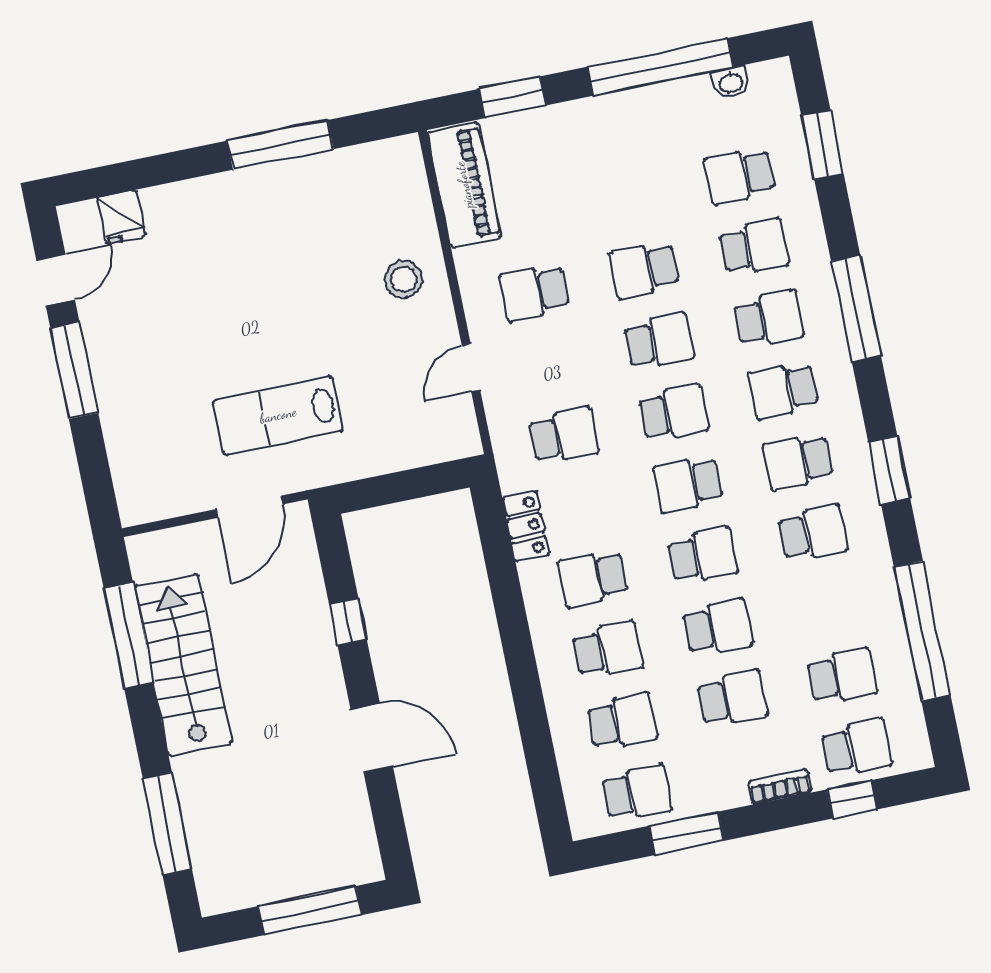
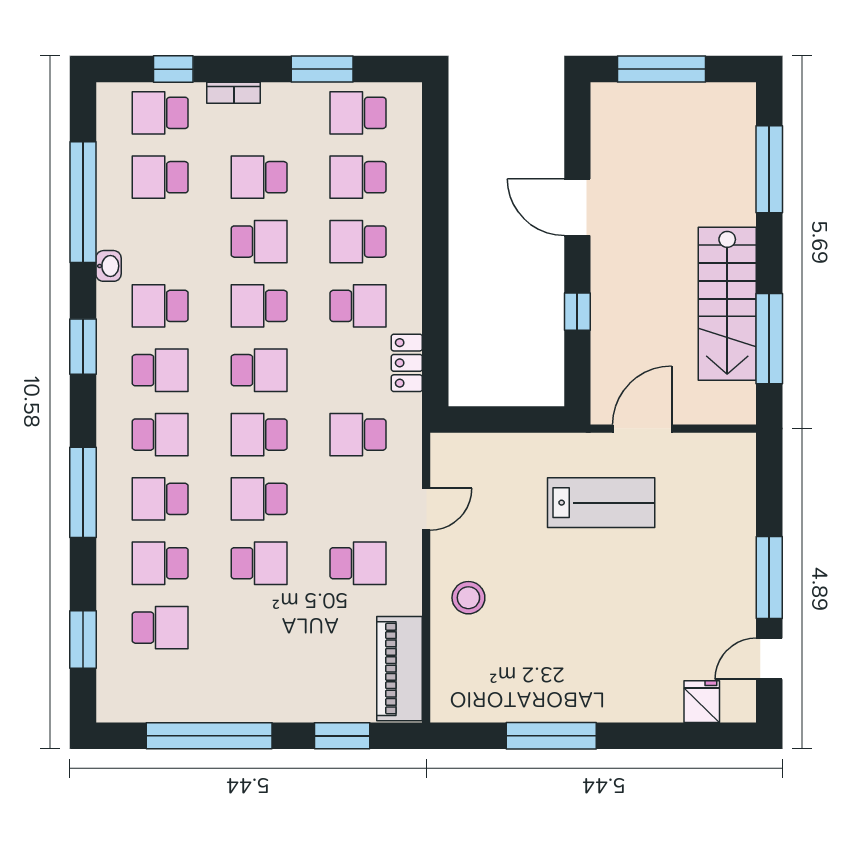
washbasin: (731, 82) -> (109, 266), moved, turned 90
school desk: (718, 627) -> (259, 242), turned 180

